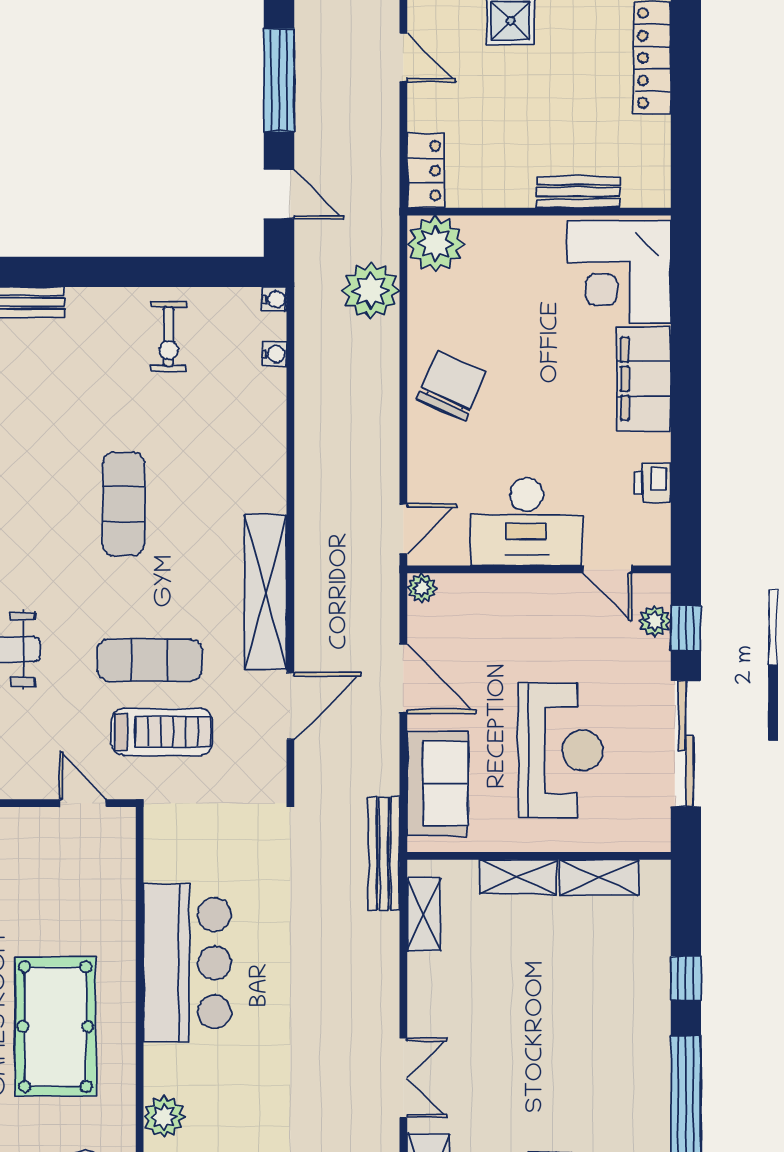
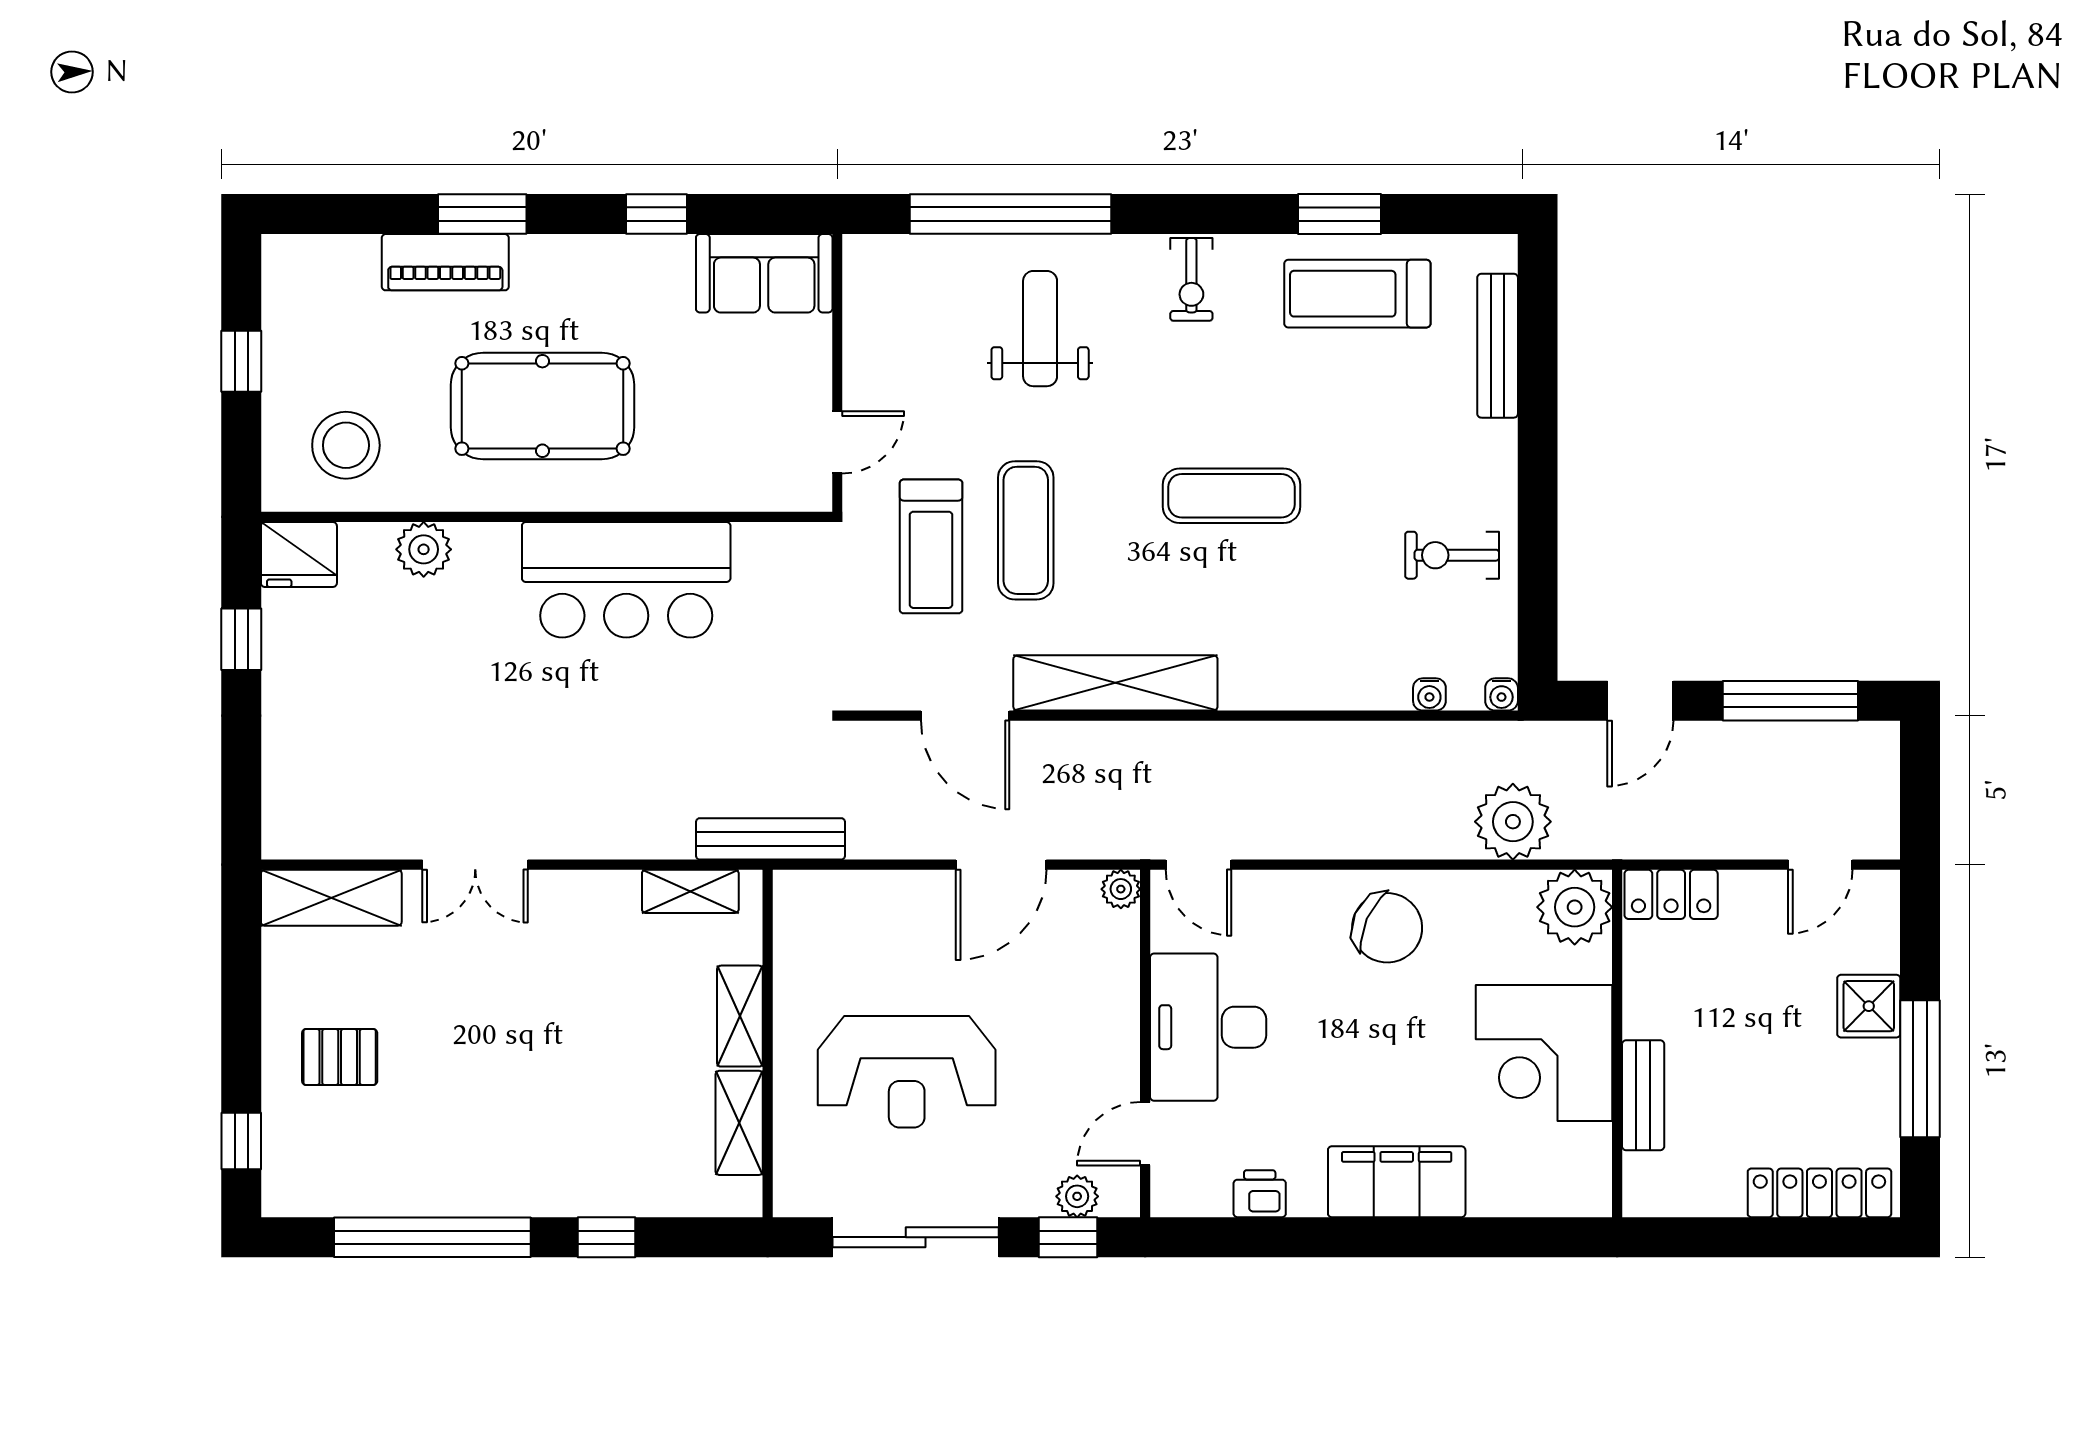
corner desk: (619, 272) -> (1544, 1053), moved, turned -90
sofa: (438, 784) -> (863, 910), removed

